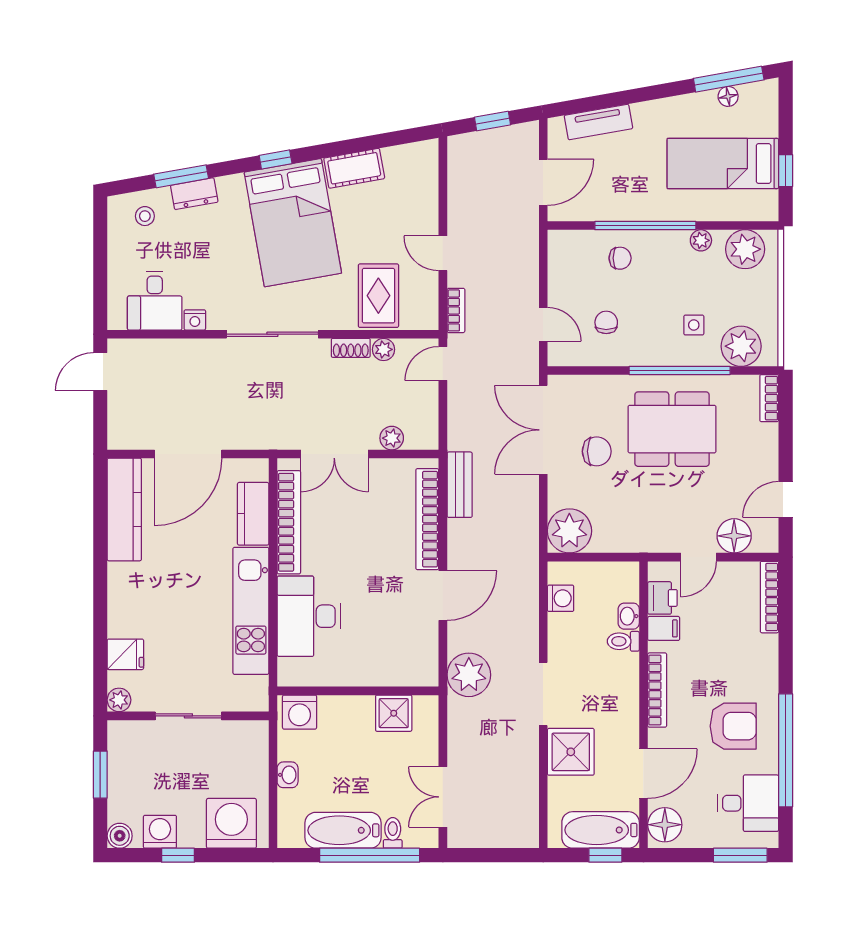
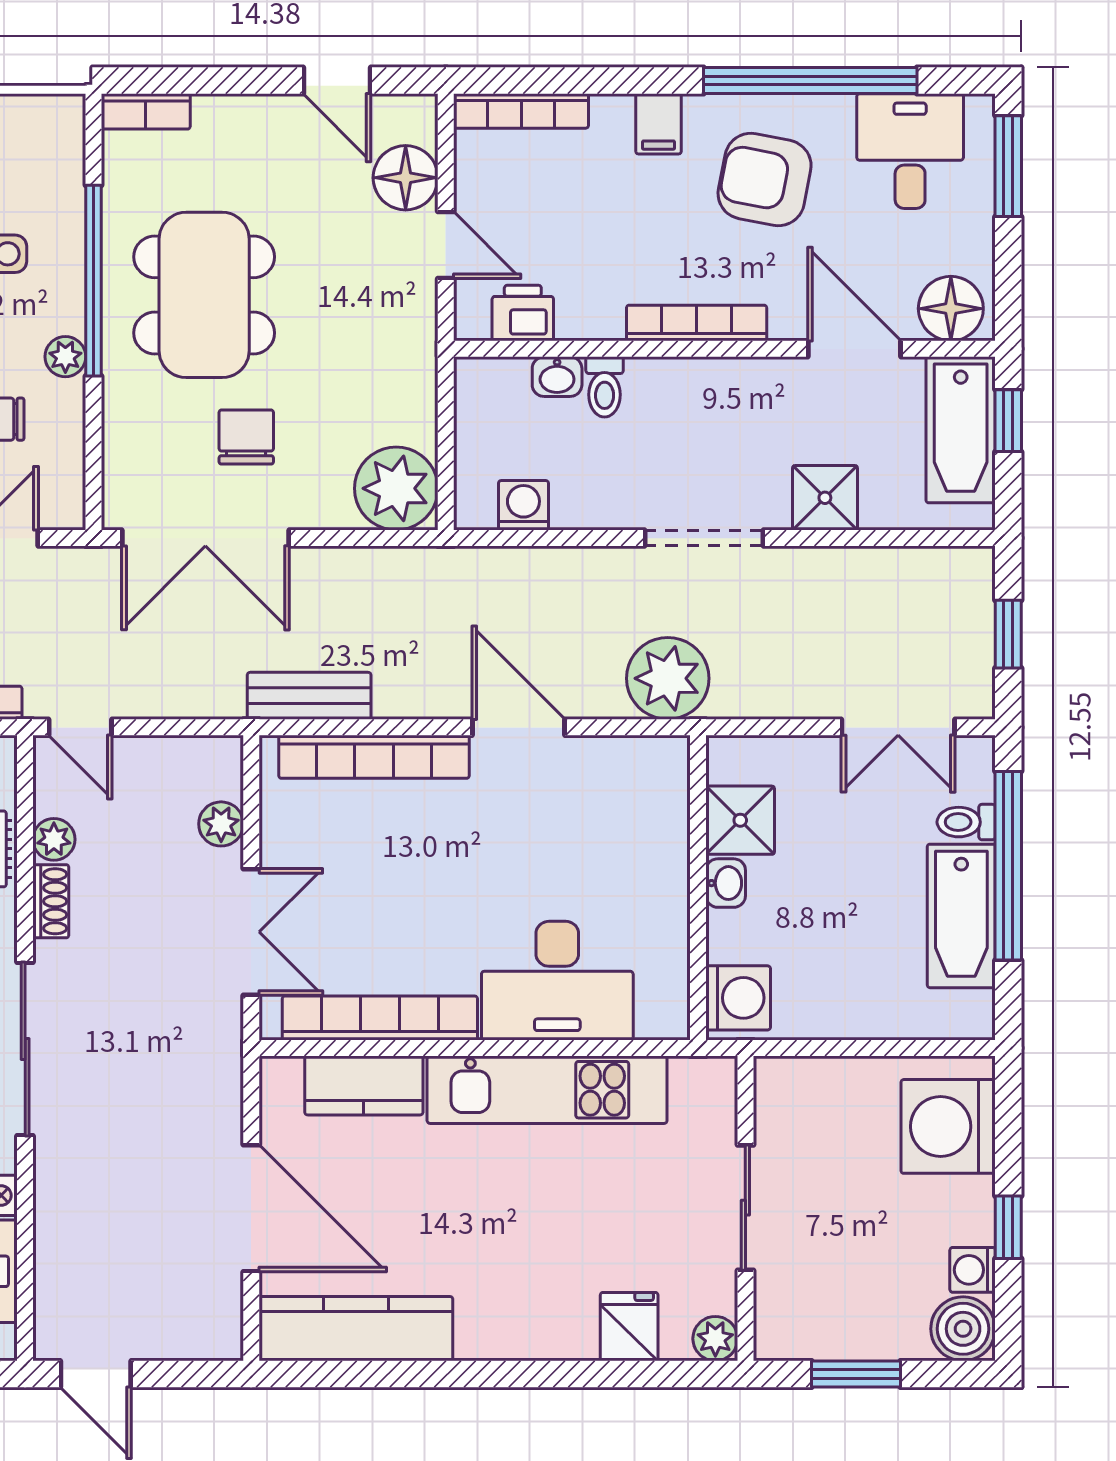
plant: (741, 346) -> (65, 357), moved, width x0.53, depth x0.53
filing cabinet: (664, 628) -> (659, 124), moved, turned 180
armchair: (733, 726) -> (765, 180), turned -79
shower: (571, 752) -> (825, 498), width x0.73, depth x0.73
washbasin: (288, 775) -> (726, 883), moved, turned 90
washing machine: (160, 832) -> (973, 1270), width x0.73, depth x0.73
boiler: (120, 836) -> (963, 1329), width x1.36, depth x1.36
window: (492, 855) -> (1008, 634), added

